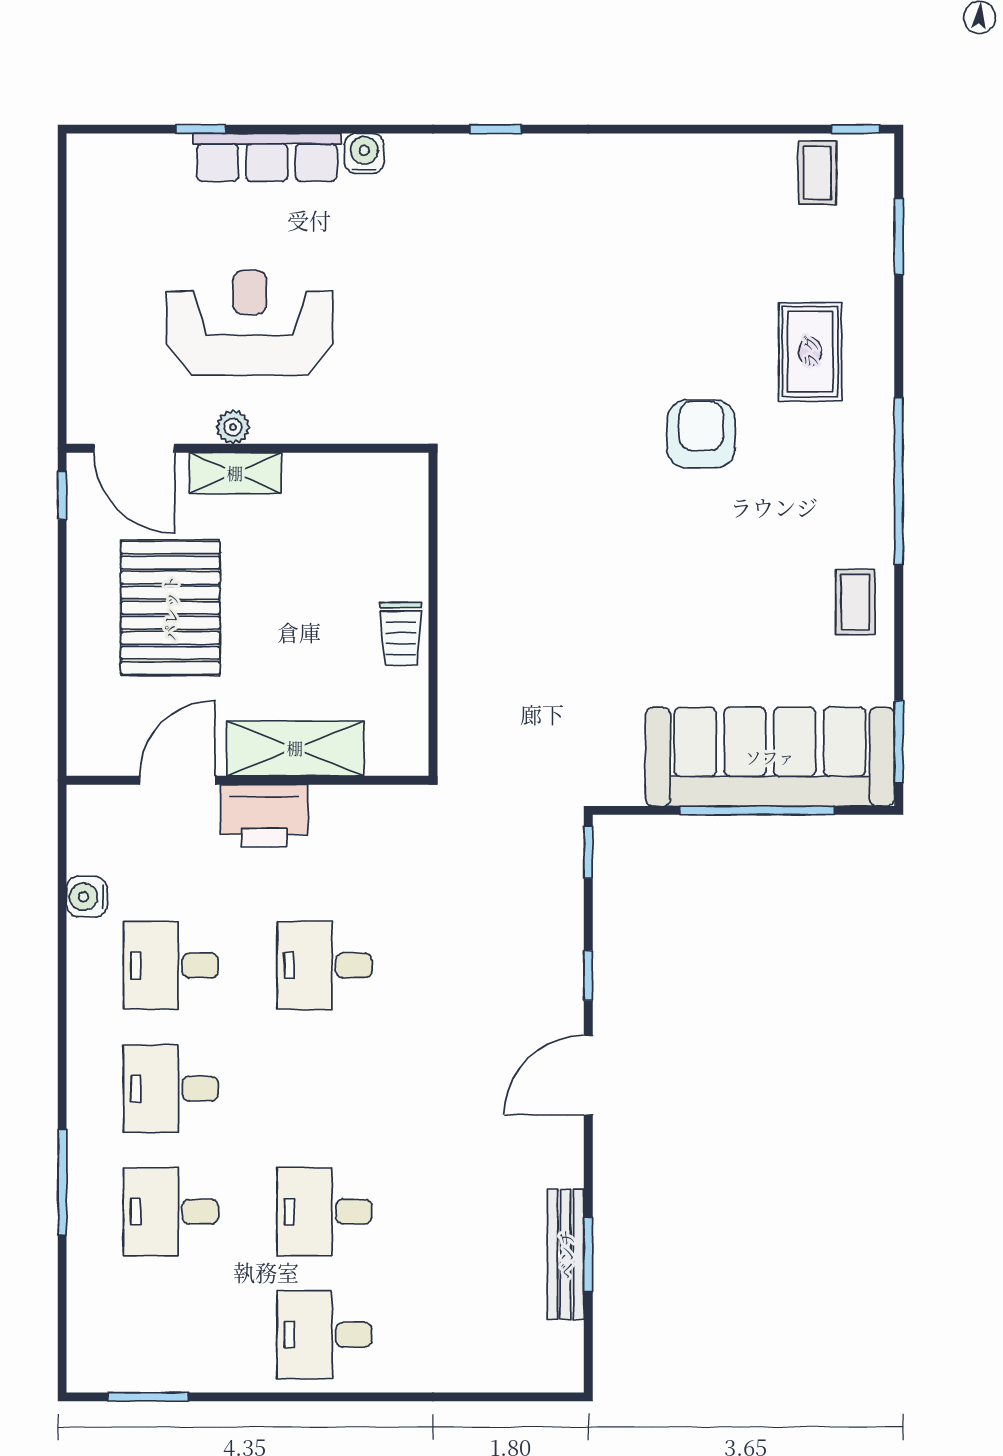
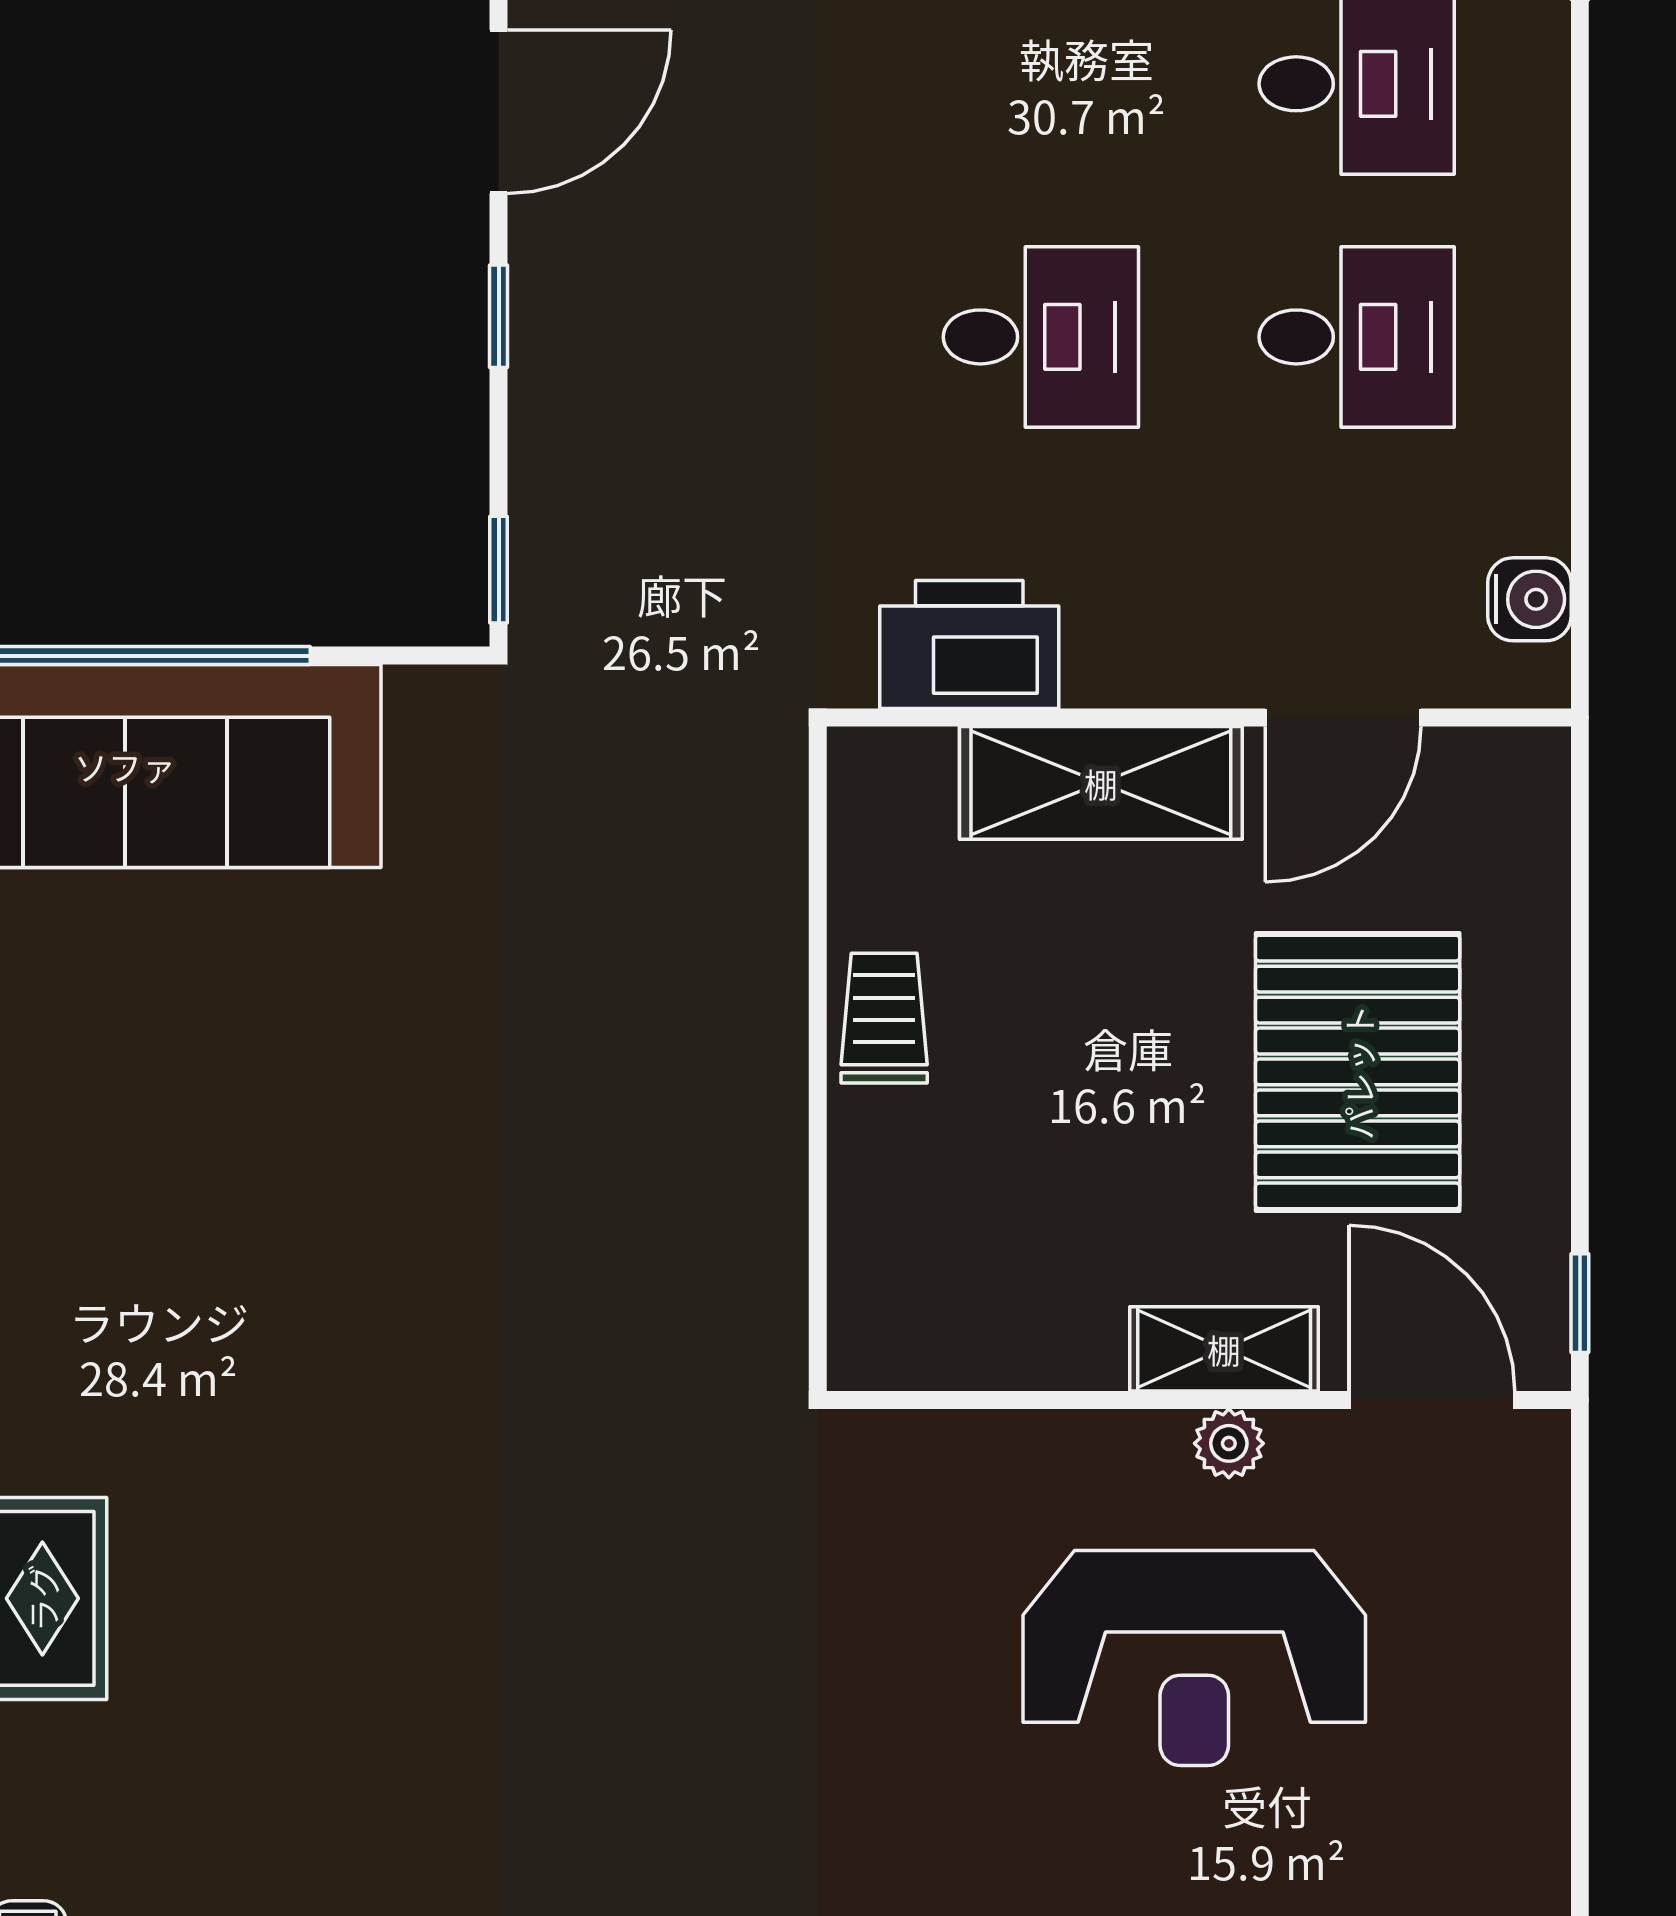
armchair: (701, 434) -> (267, 1429), removed
printer: (264, 816) -> (969, 645), moved
water cooler: (87, 897) -> (1529, 599), moved

